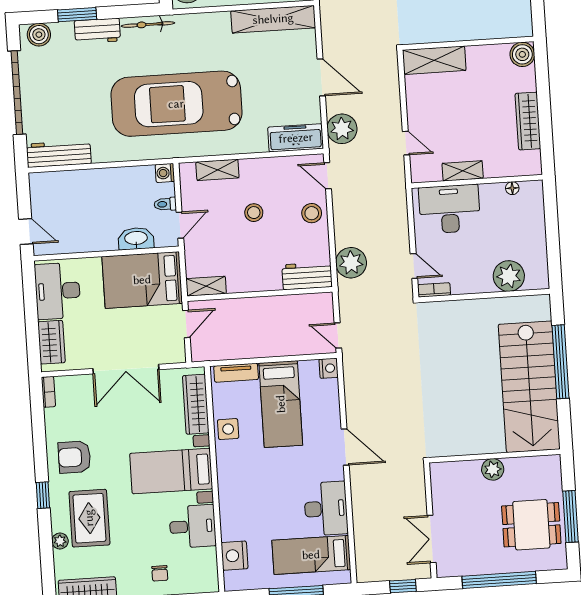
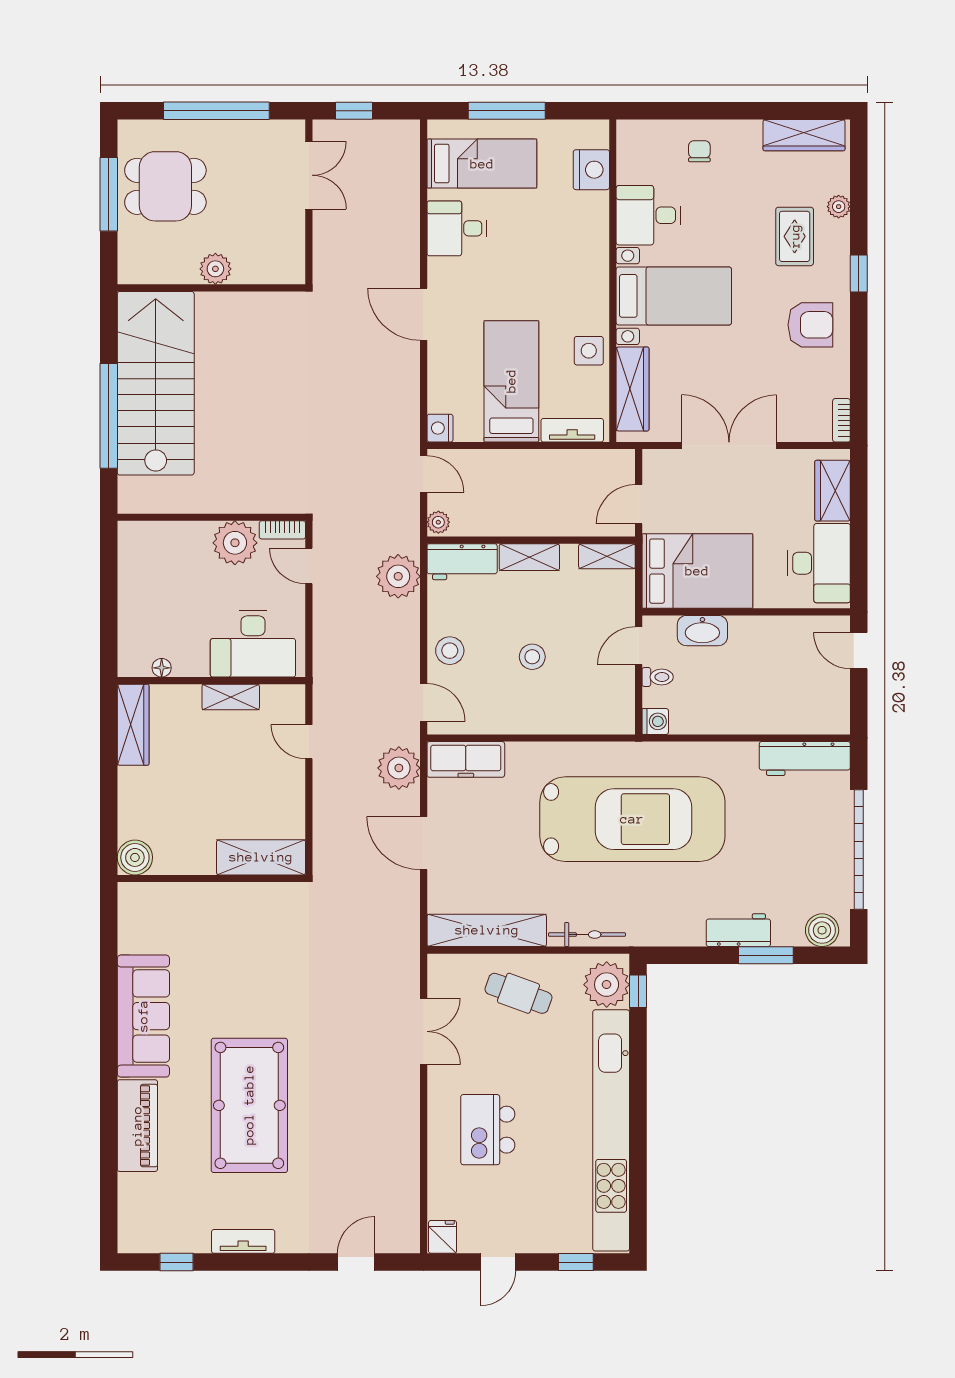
bicycle: (148, 25) -> (587, 935), moved
wardrobe: (528, 121) -> (133, 725), moved
shelving: (217, 170) -> (529, 557), moved
plant: (509, 276) -> (235, 543), moved
plant: (325, 302) -> (438, 522), added
desk: (326, 509) -> (457, 228), width x0.73
rug: (89, 518) -> (795, 236), width x0.73, depth x0.70

